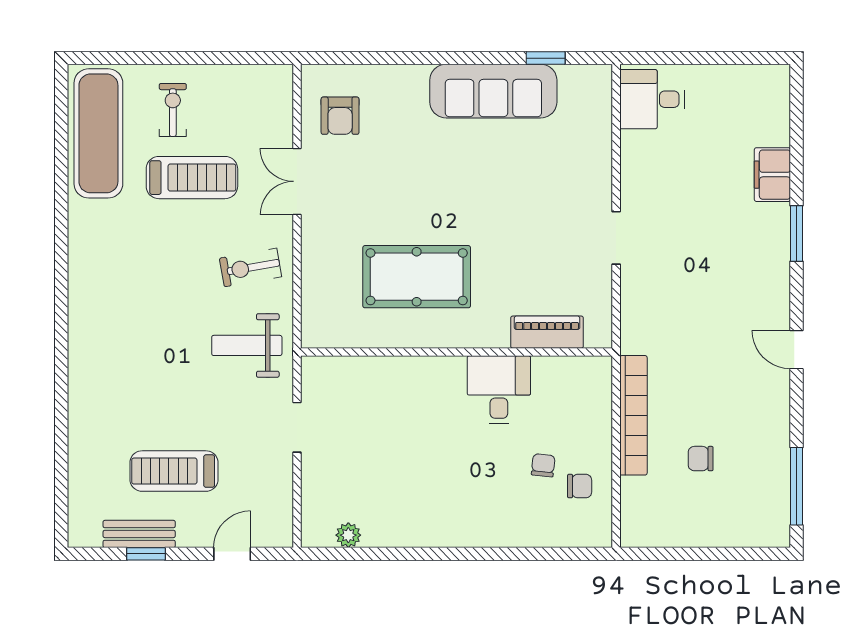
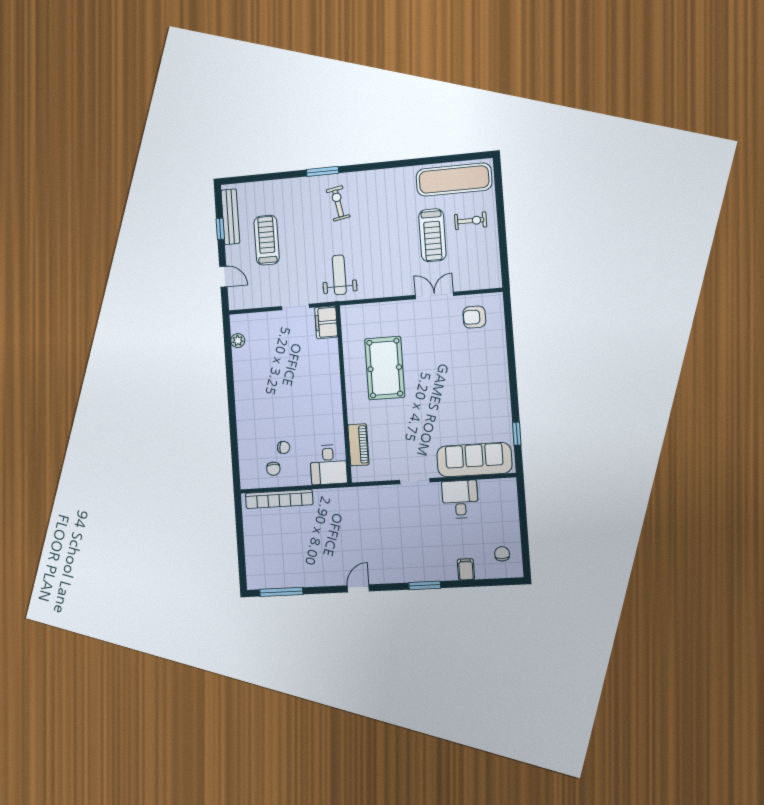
sofa: (493, 91) -> (474, 460), moved, turned 90
desk: (652, 99) -> (460, 499), moved
filing cabinet: (772, 175) -> (466, 569), width x0.50
exercise bike: (251, 268) -> (338, 203), moved
window: (61, 362) -> (323, 171), added
filing cabinet: (329, 374) -> (326, 322), added
desk: (499, 390) -> (328, 465), moved, turned 90
bookcase: (633, 415) -> (279, 499), moved
chair: (701, 459) -> (502, 554), moved
bench: (139, 534) -> (230, 217), width x1.36

